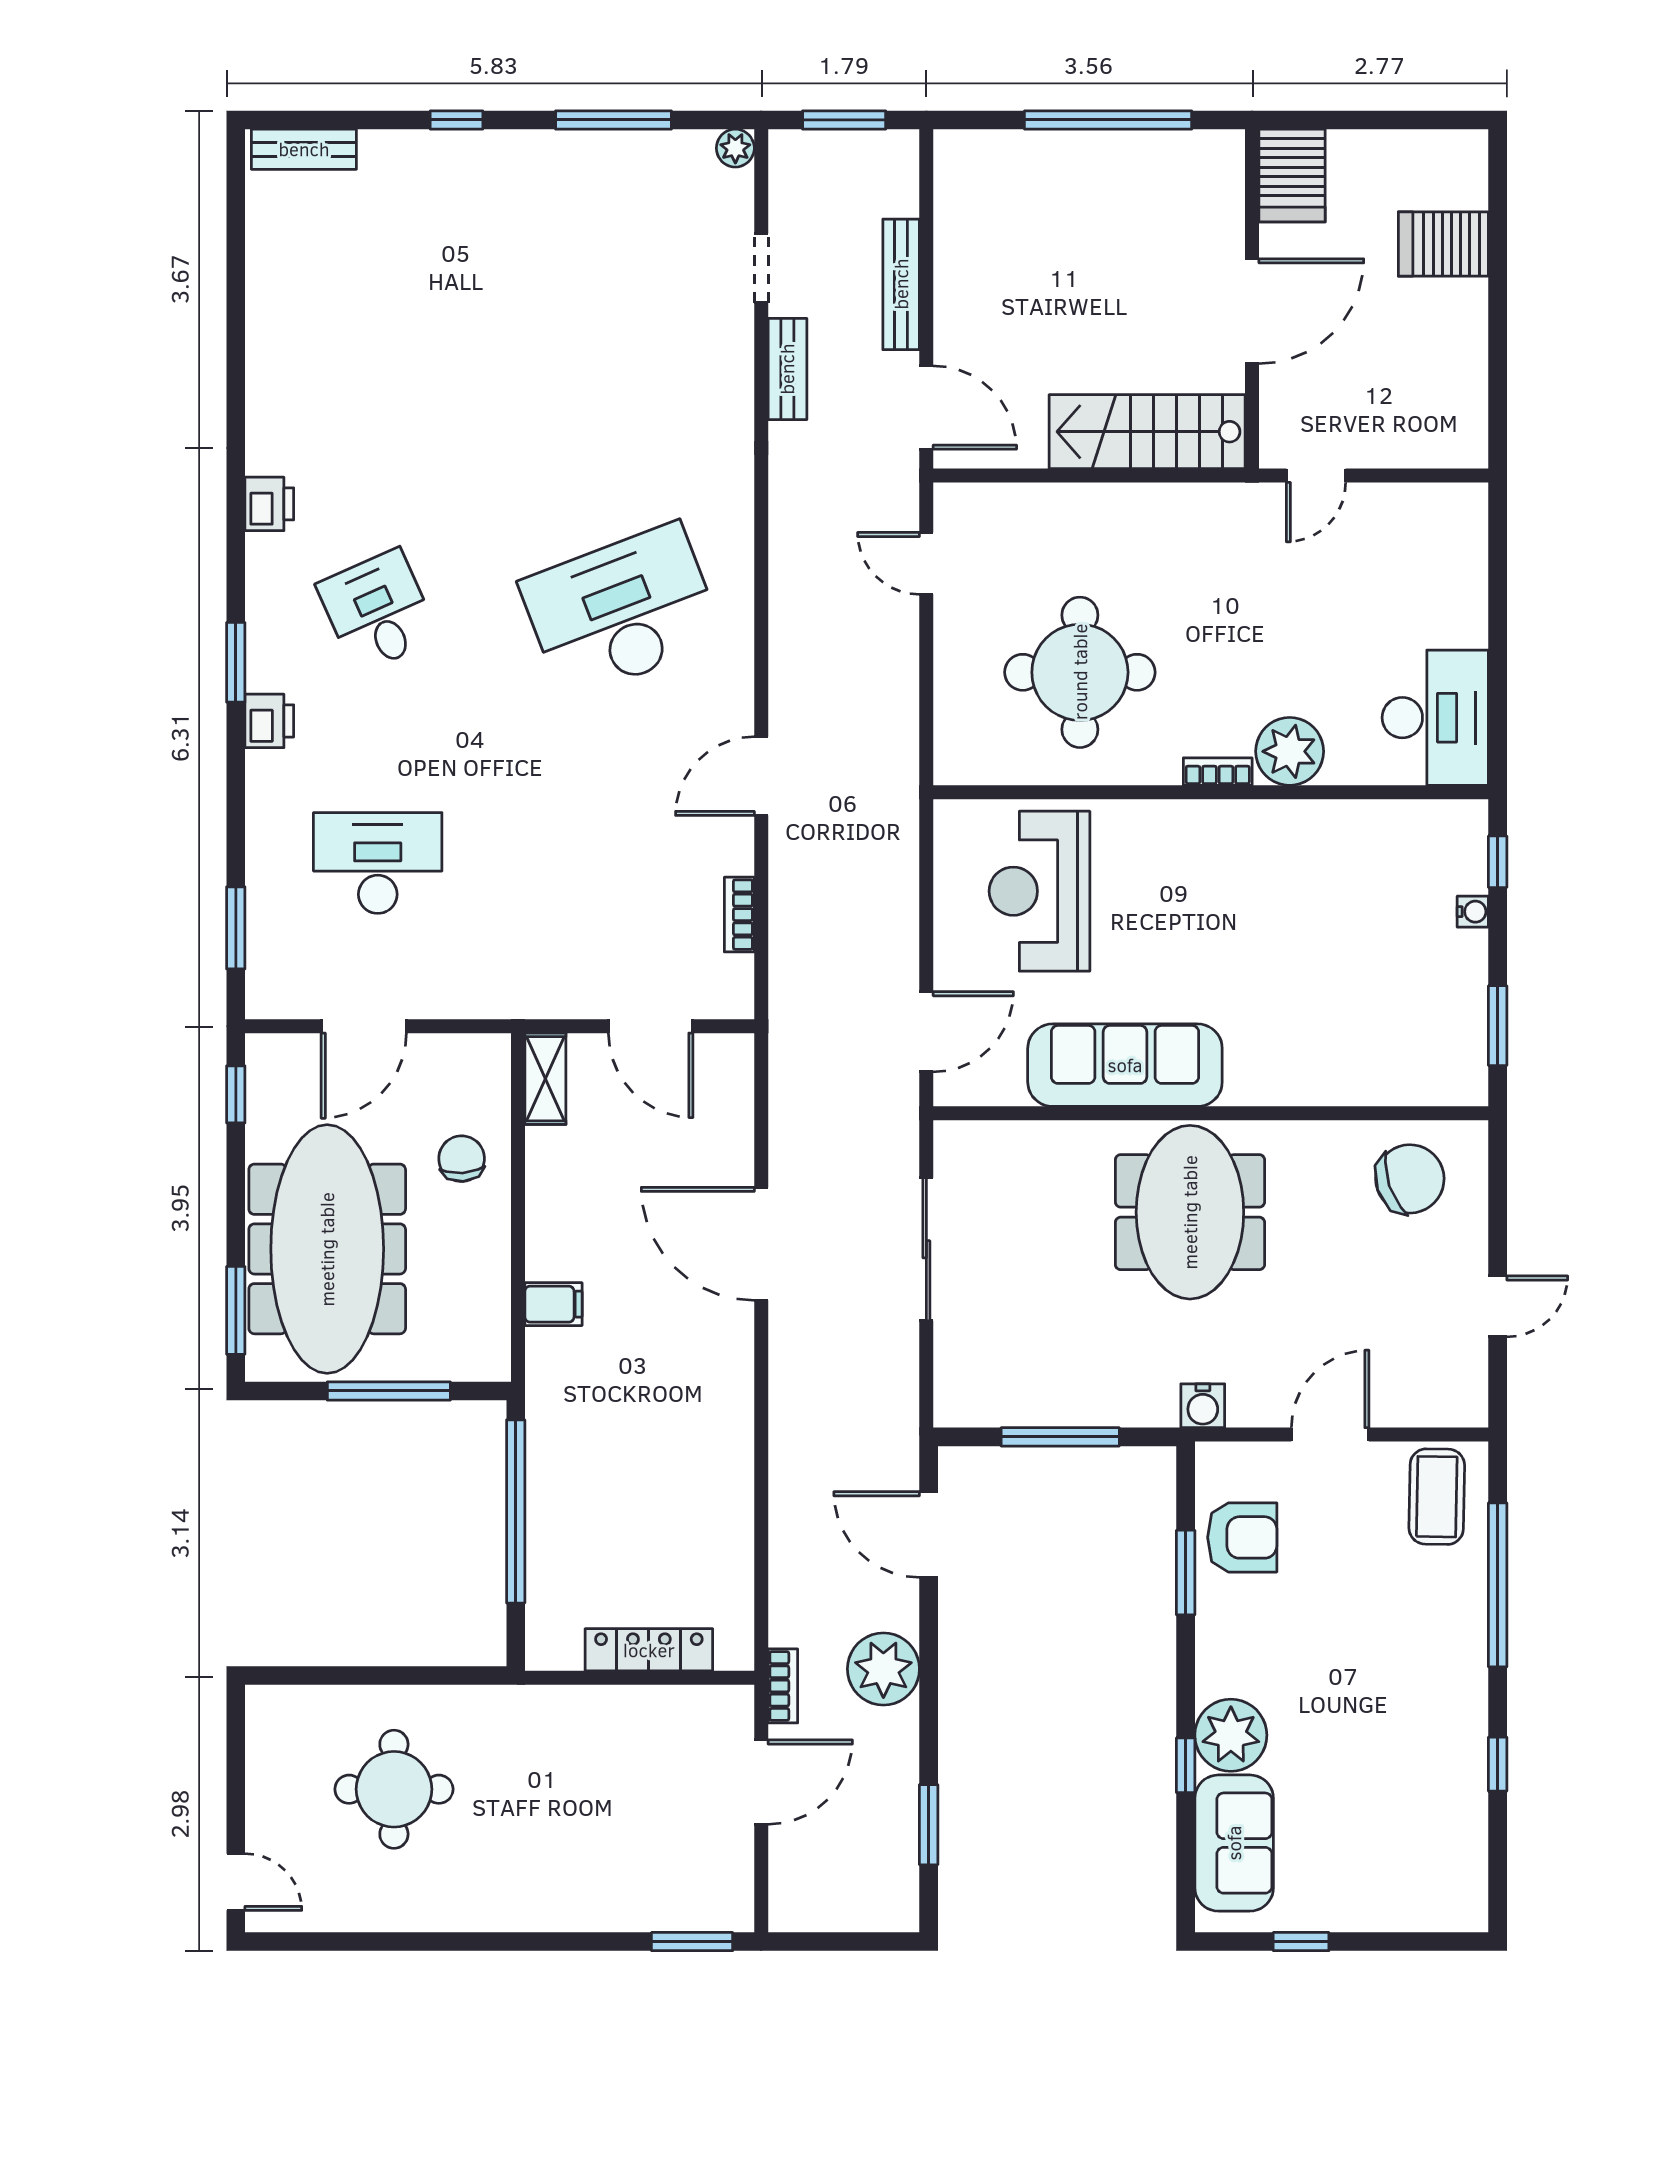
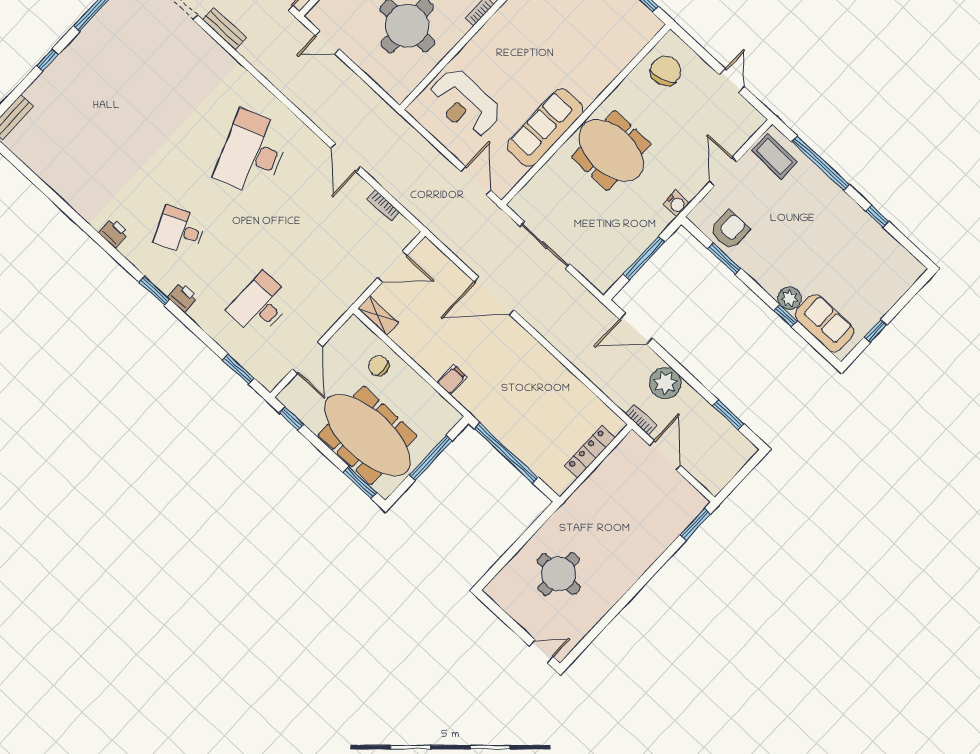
plant: (1231, 1735) -> (789, 298), width x0.73, depth x0.73

